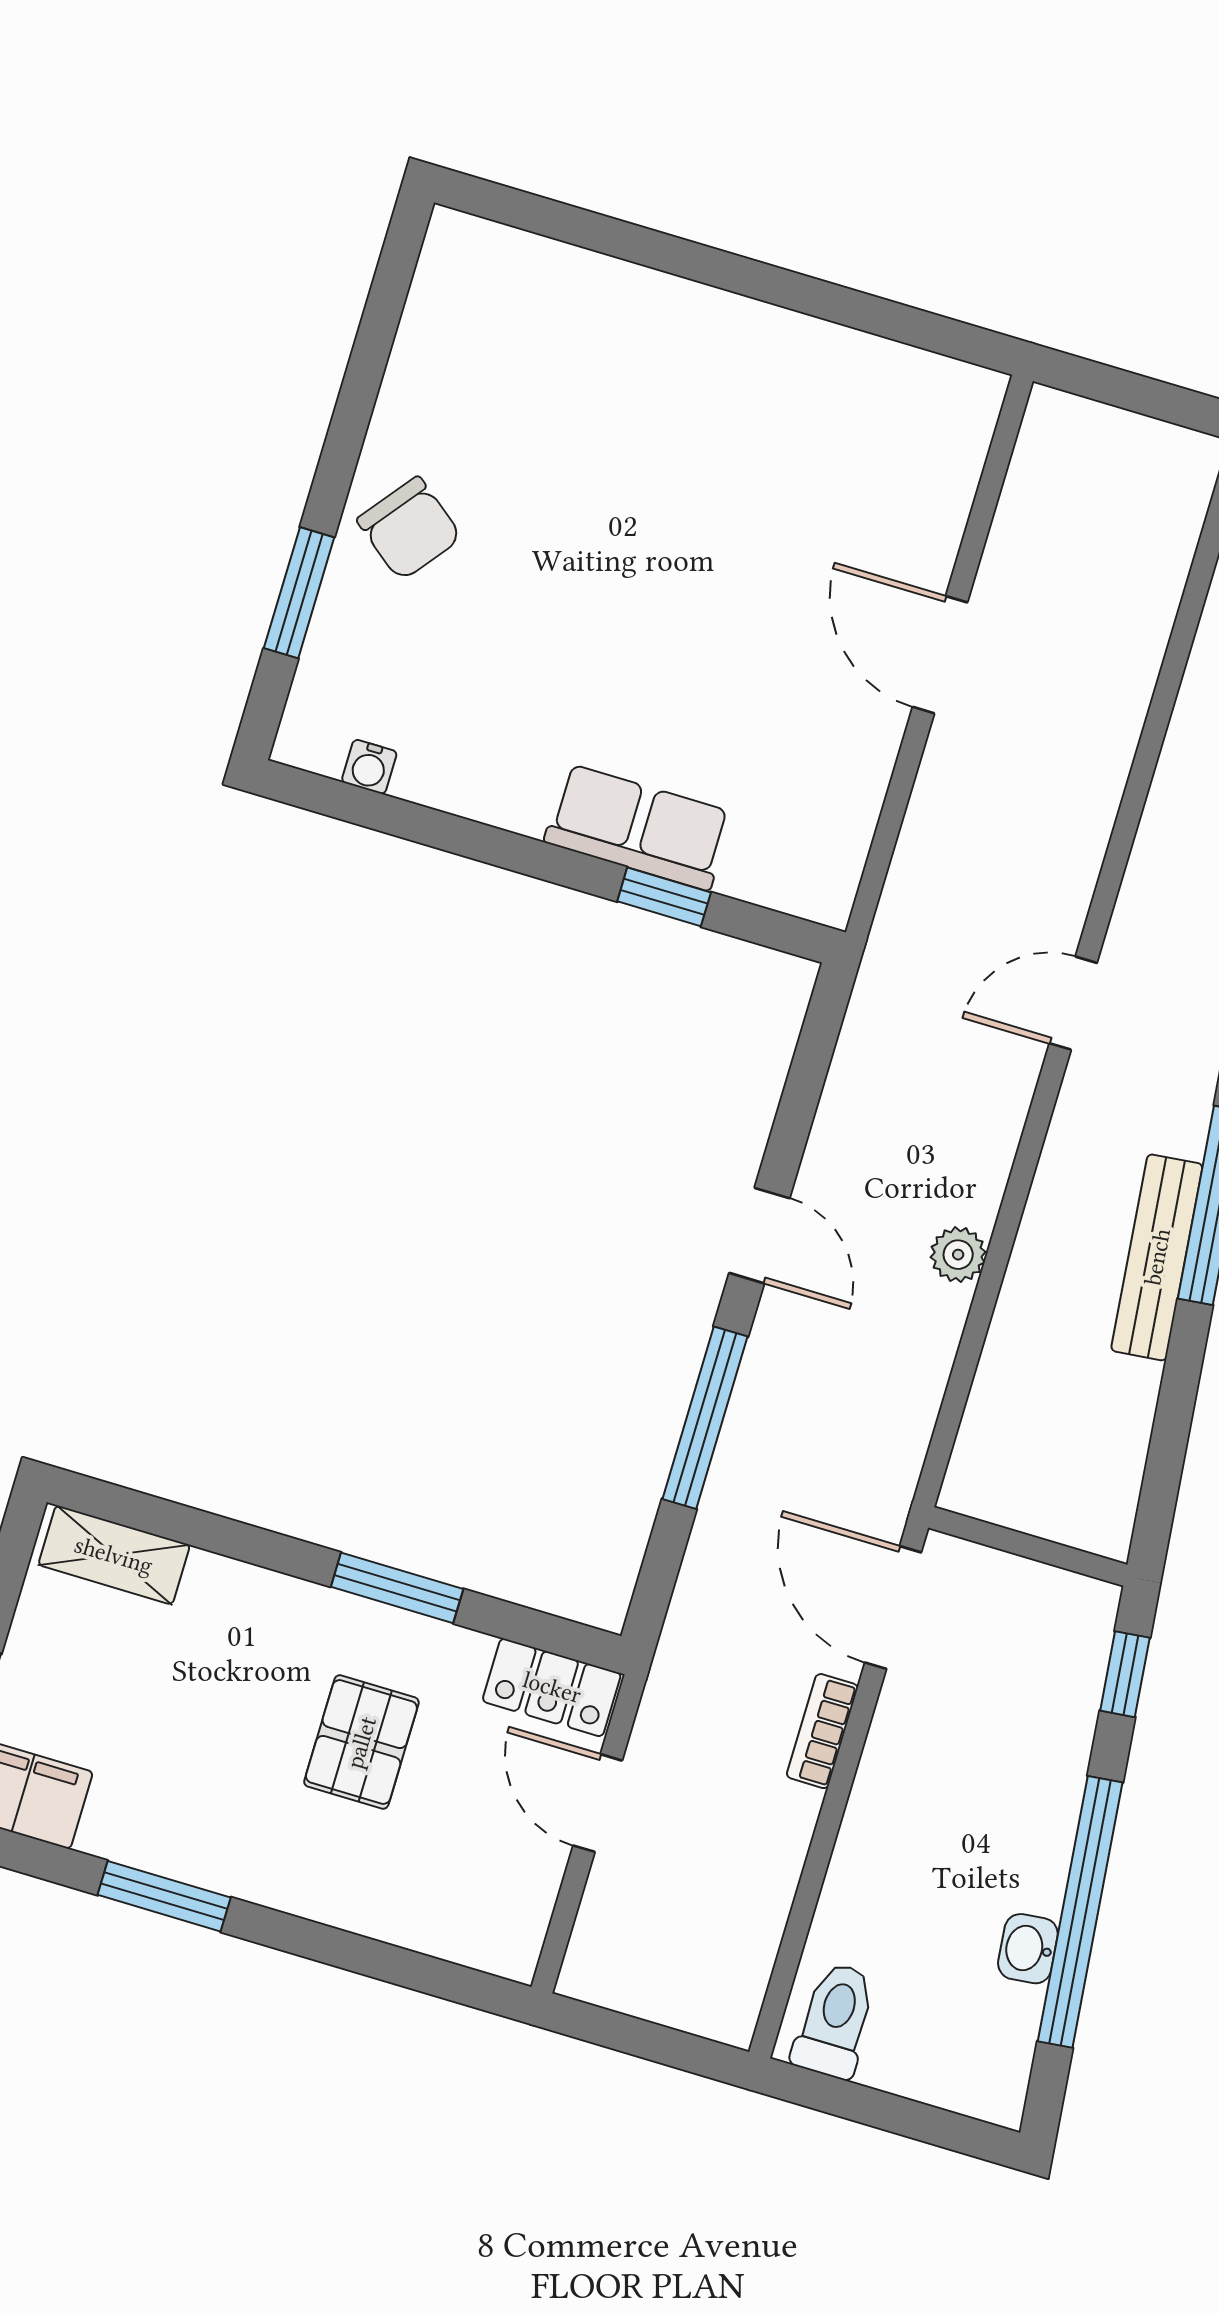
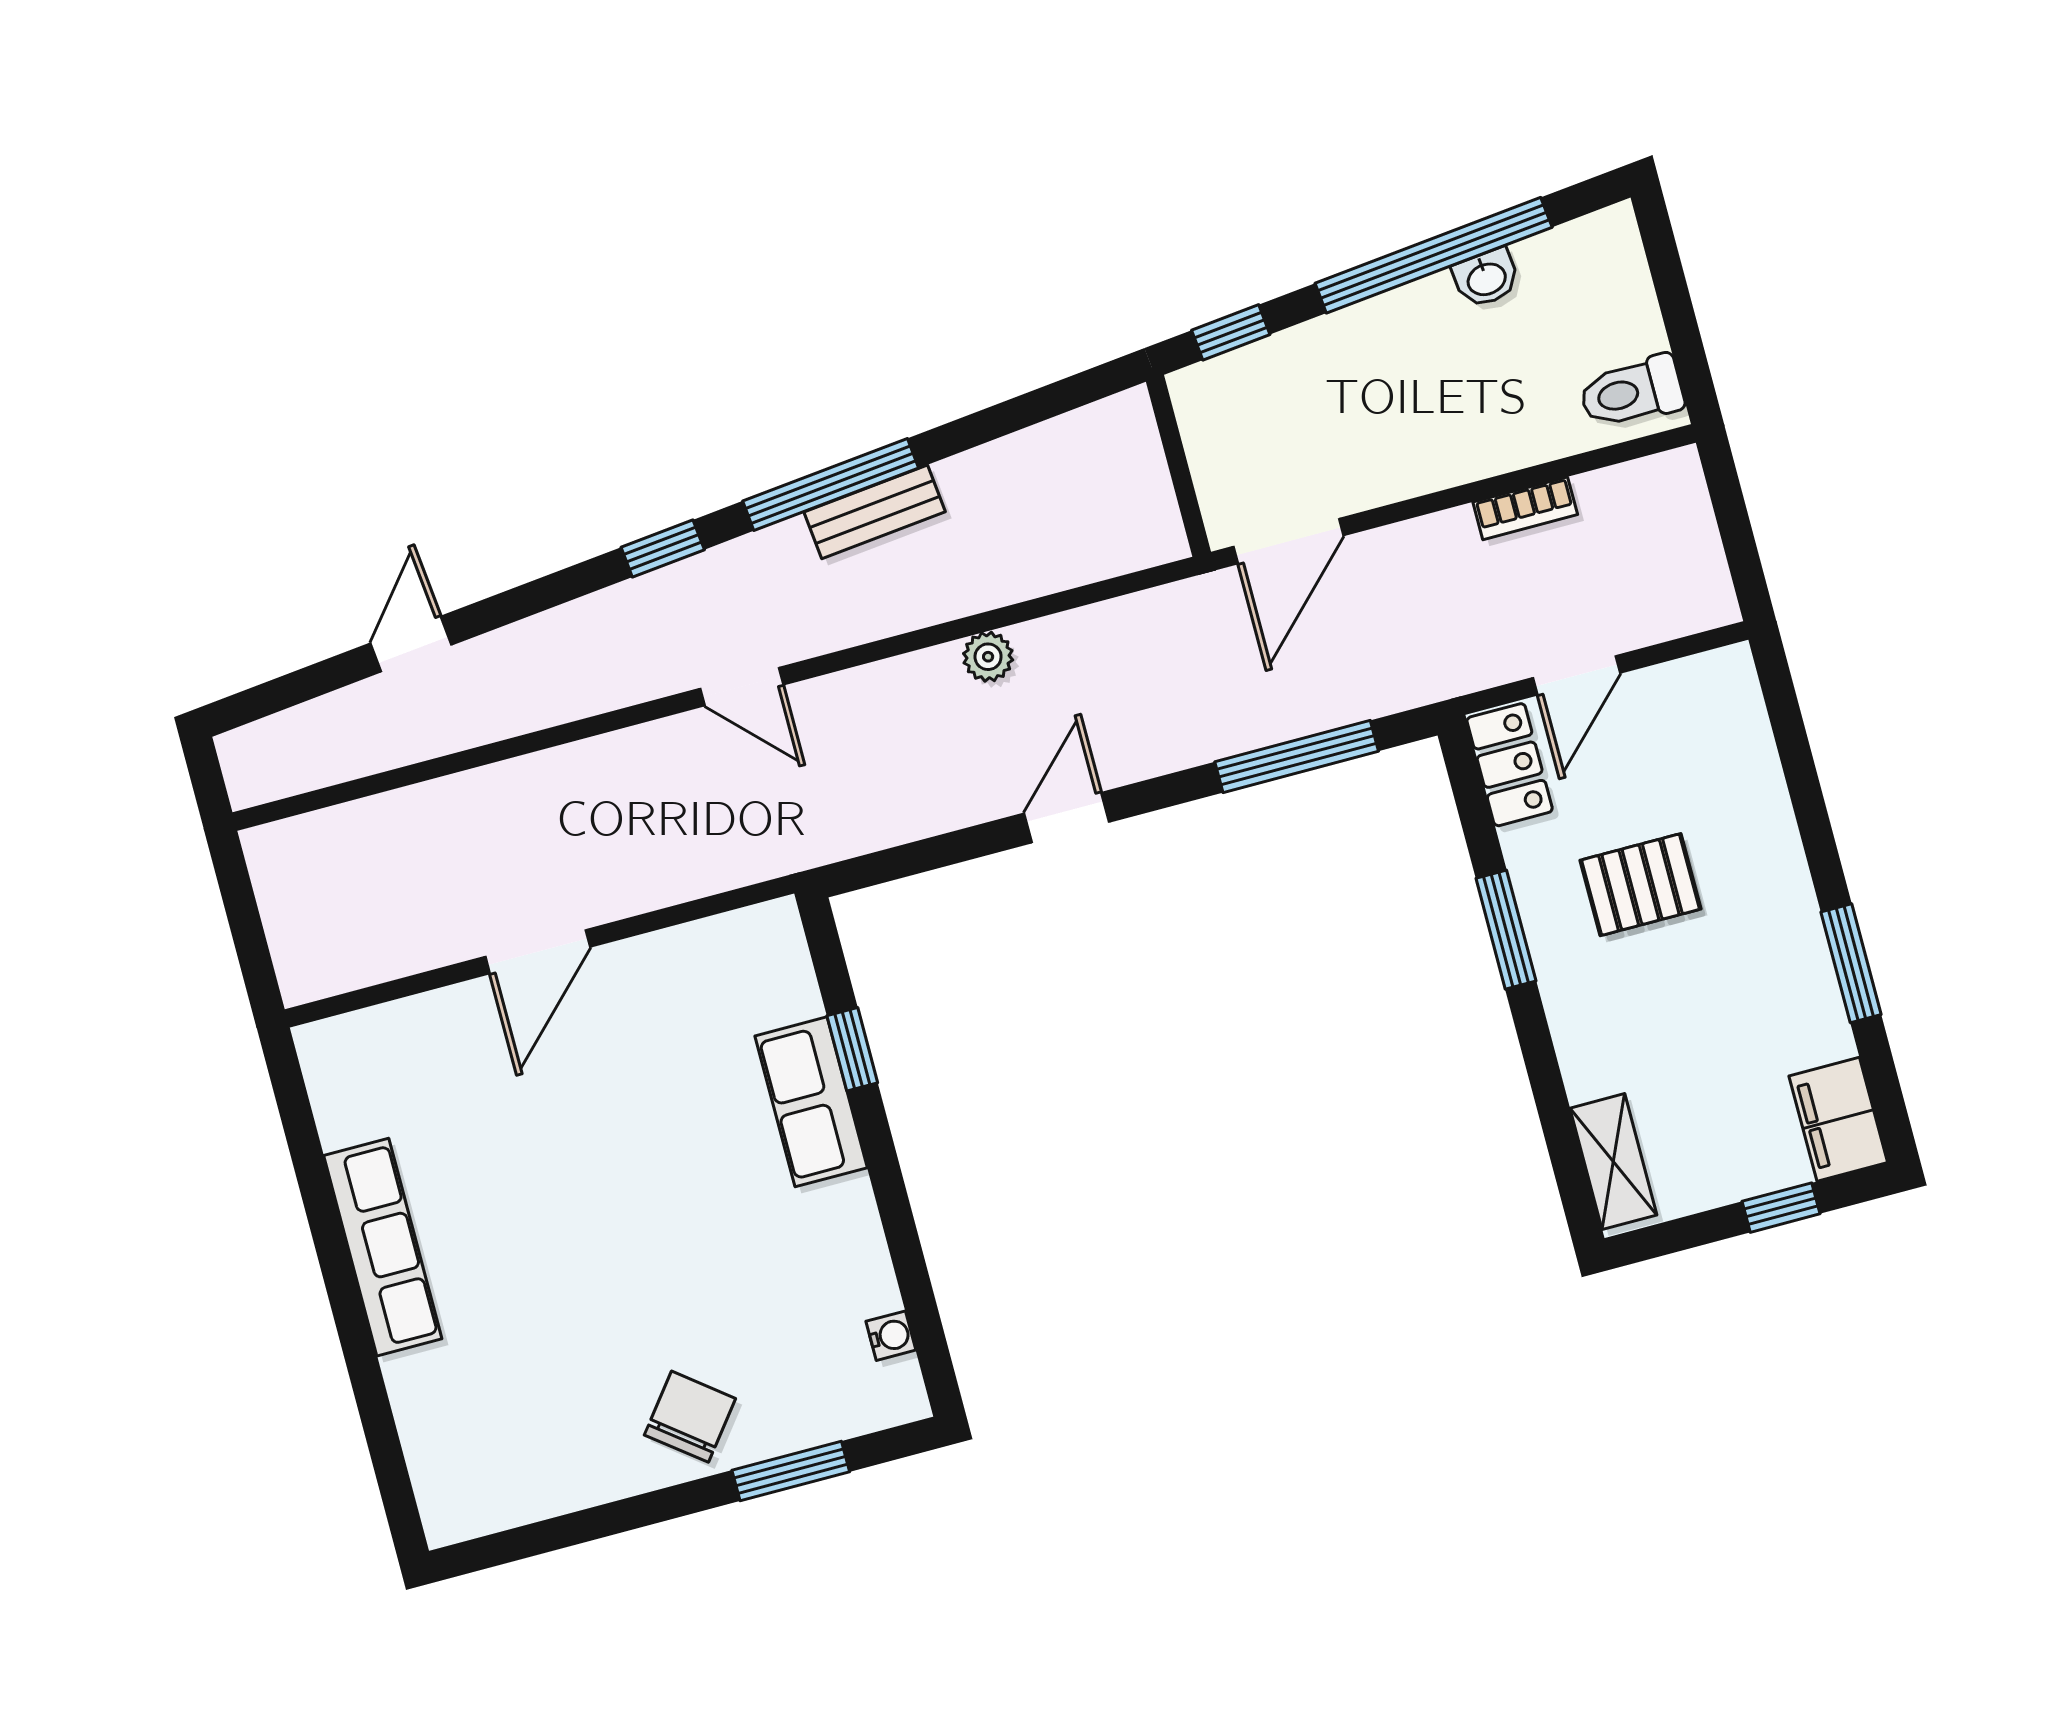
row of seats: (749, 335) -> (383, 1247), added
bench: (1157, 1257) -> (875, 512), width x0.73
window: (705, 1418) -> (1297, 756), moved
bookcase: (822, 1731) -> (1525, 508), moved

